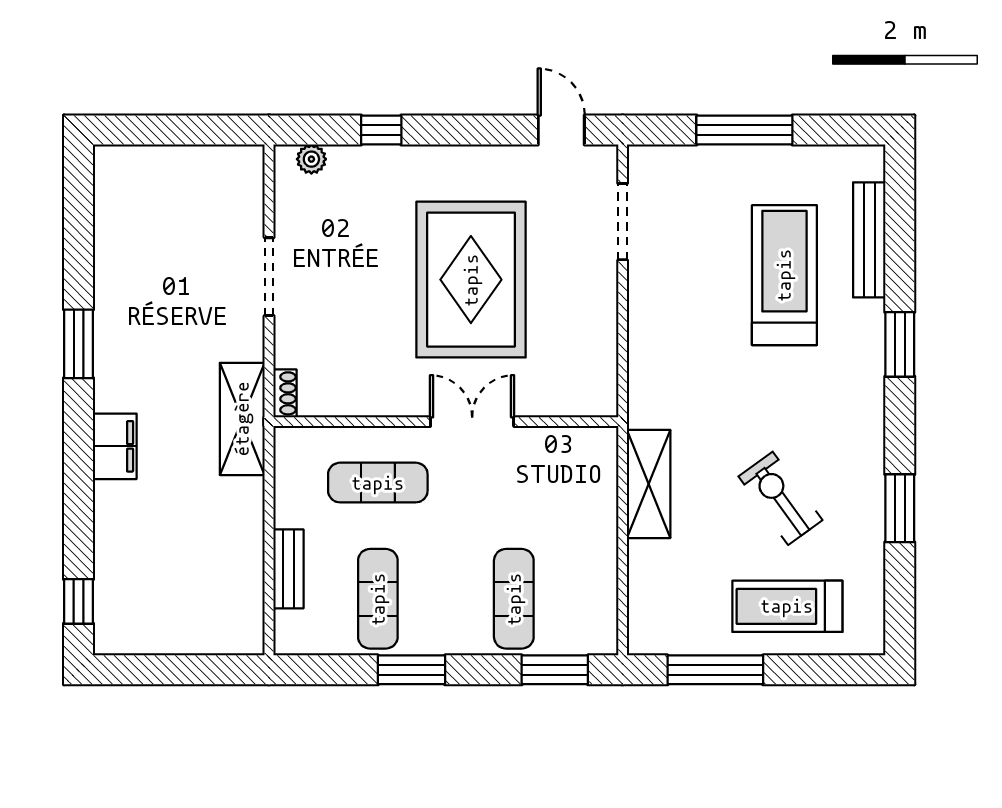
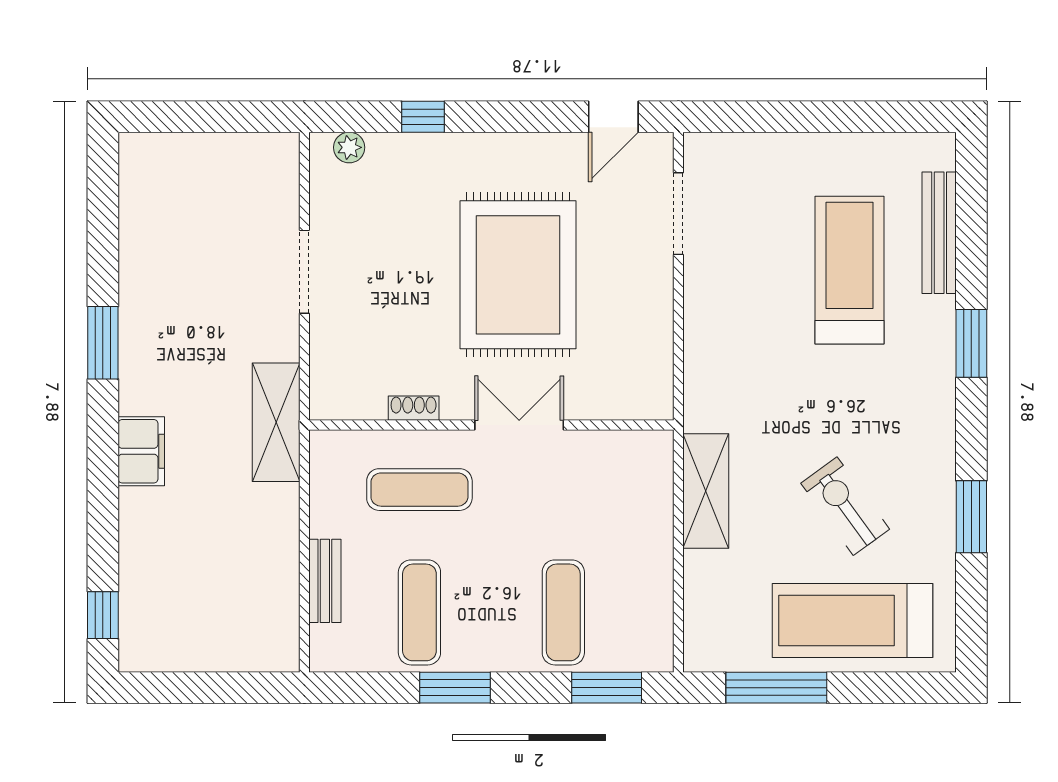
door: (561, 130) -> (613, 117), swing flipped
window: (744, 130) -> (807, 117), removed
shoe rack: (285, 393) -> (414, 408), moved, turned -90
treadmill: (787, 606) -> (853, 620), width x1.37, depth x1.38

